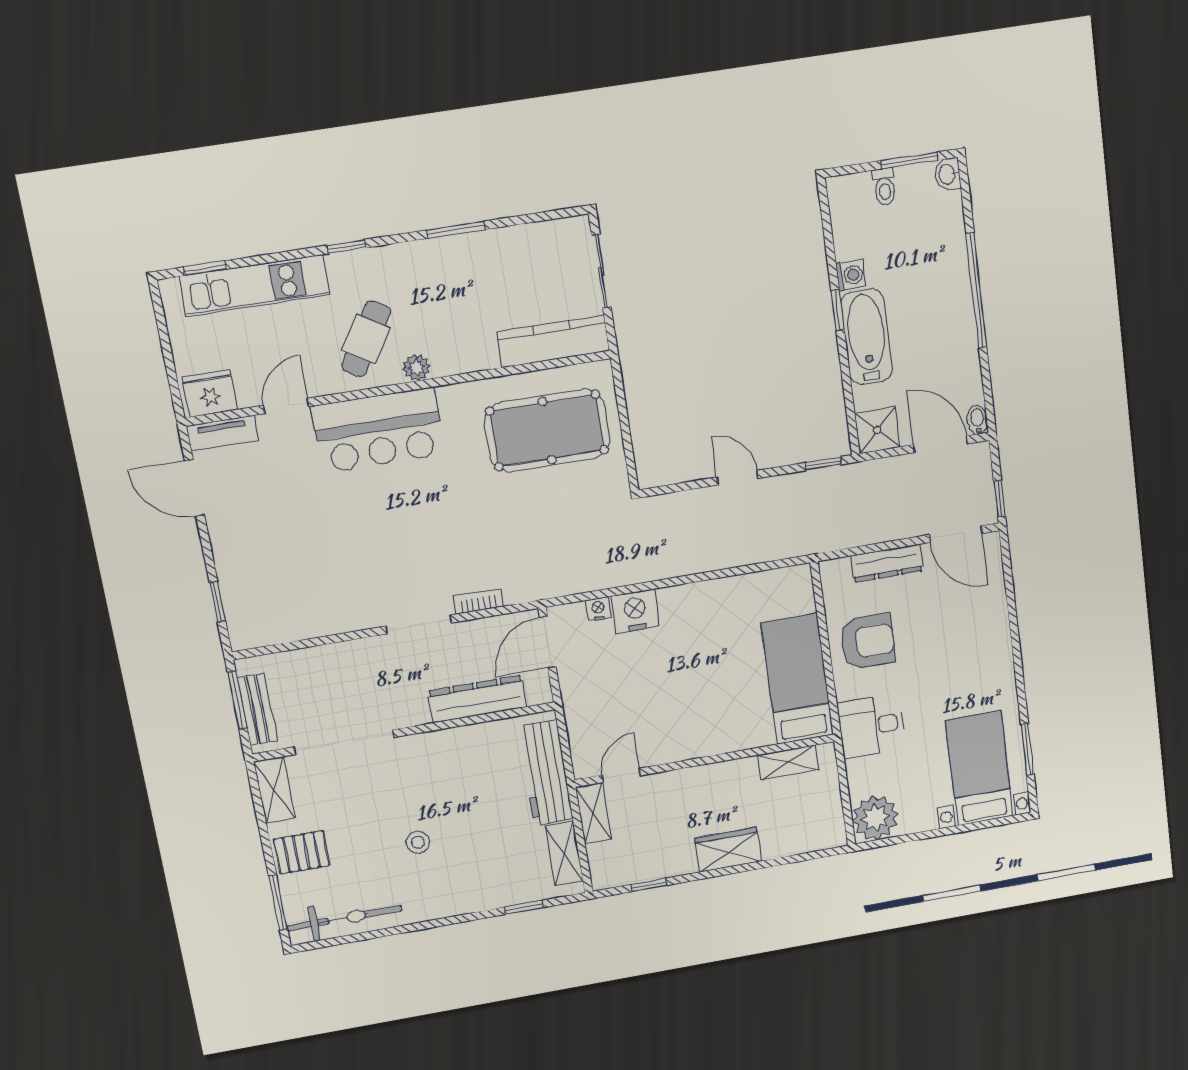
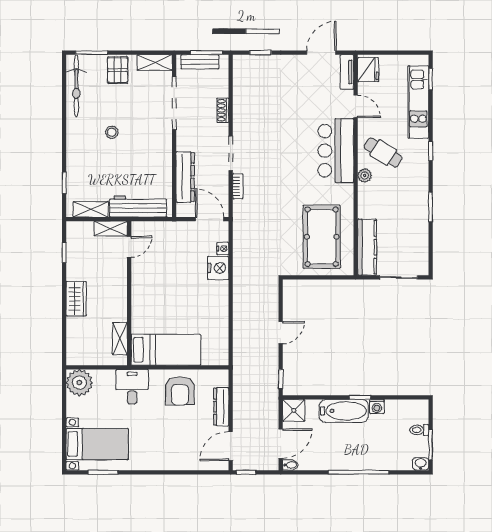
shoe rack: (340, 653) -> (223, 110), added
door: (621, 775) -> (129, 247), hinge flipped

